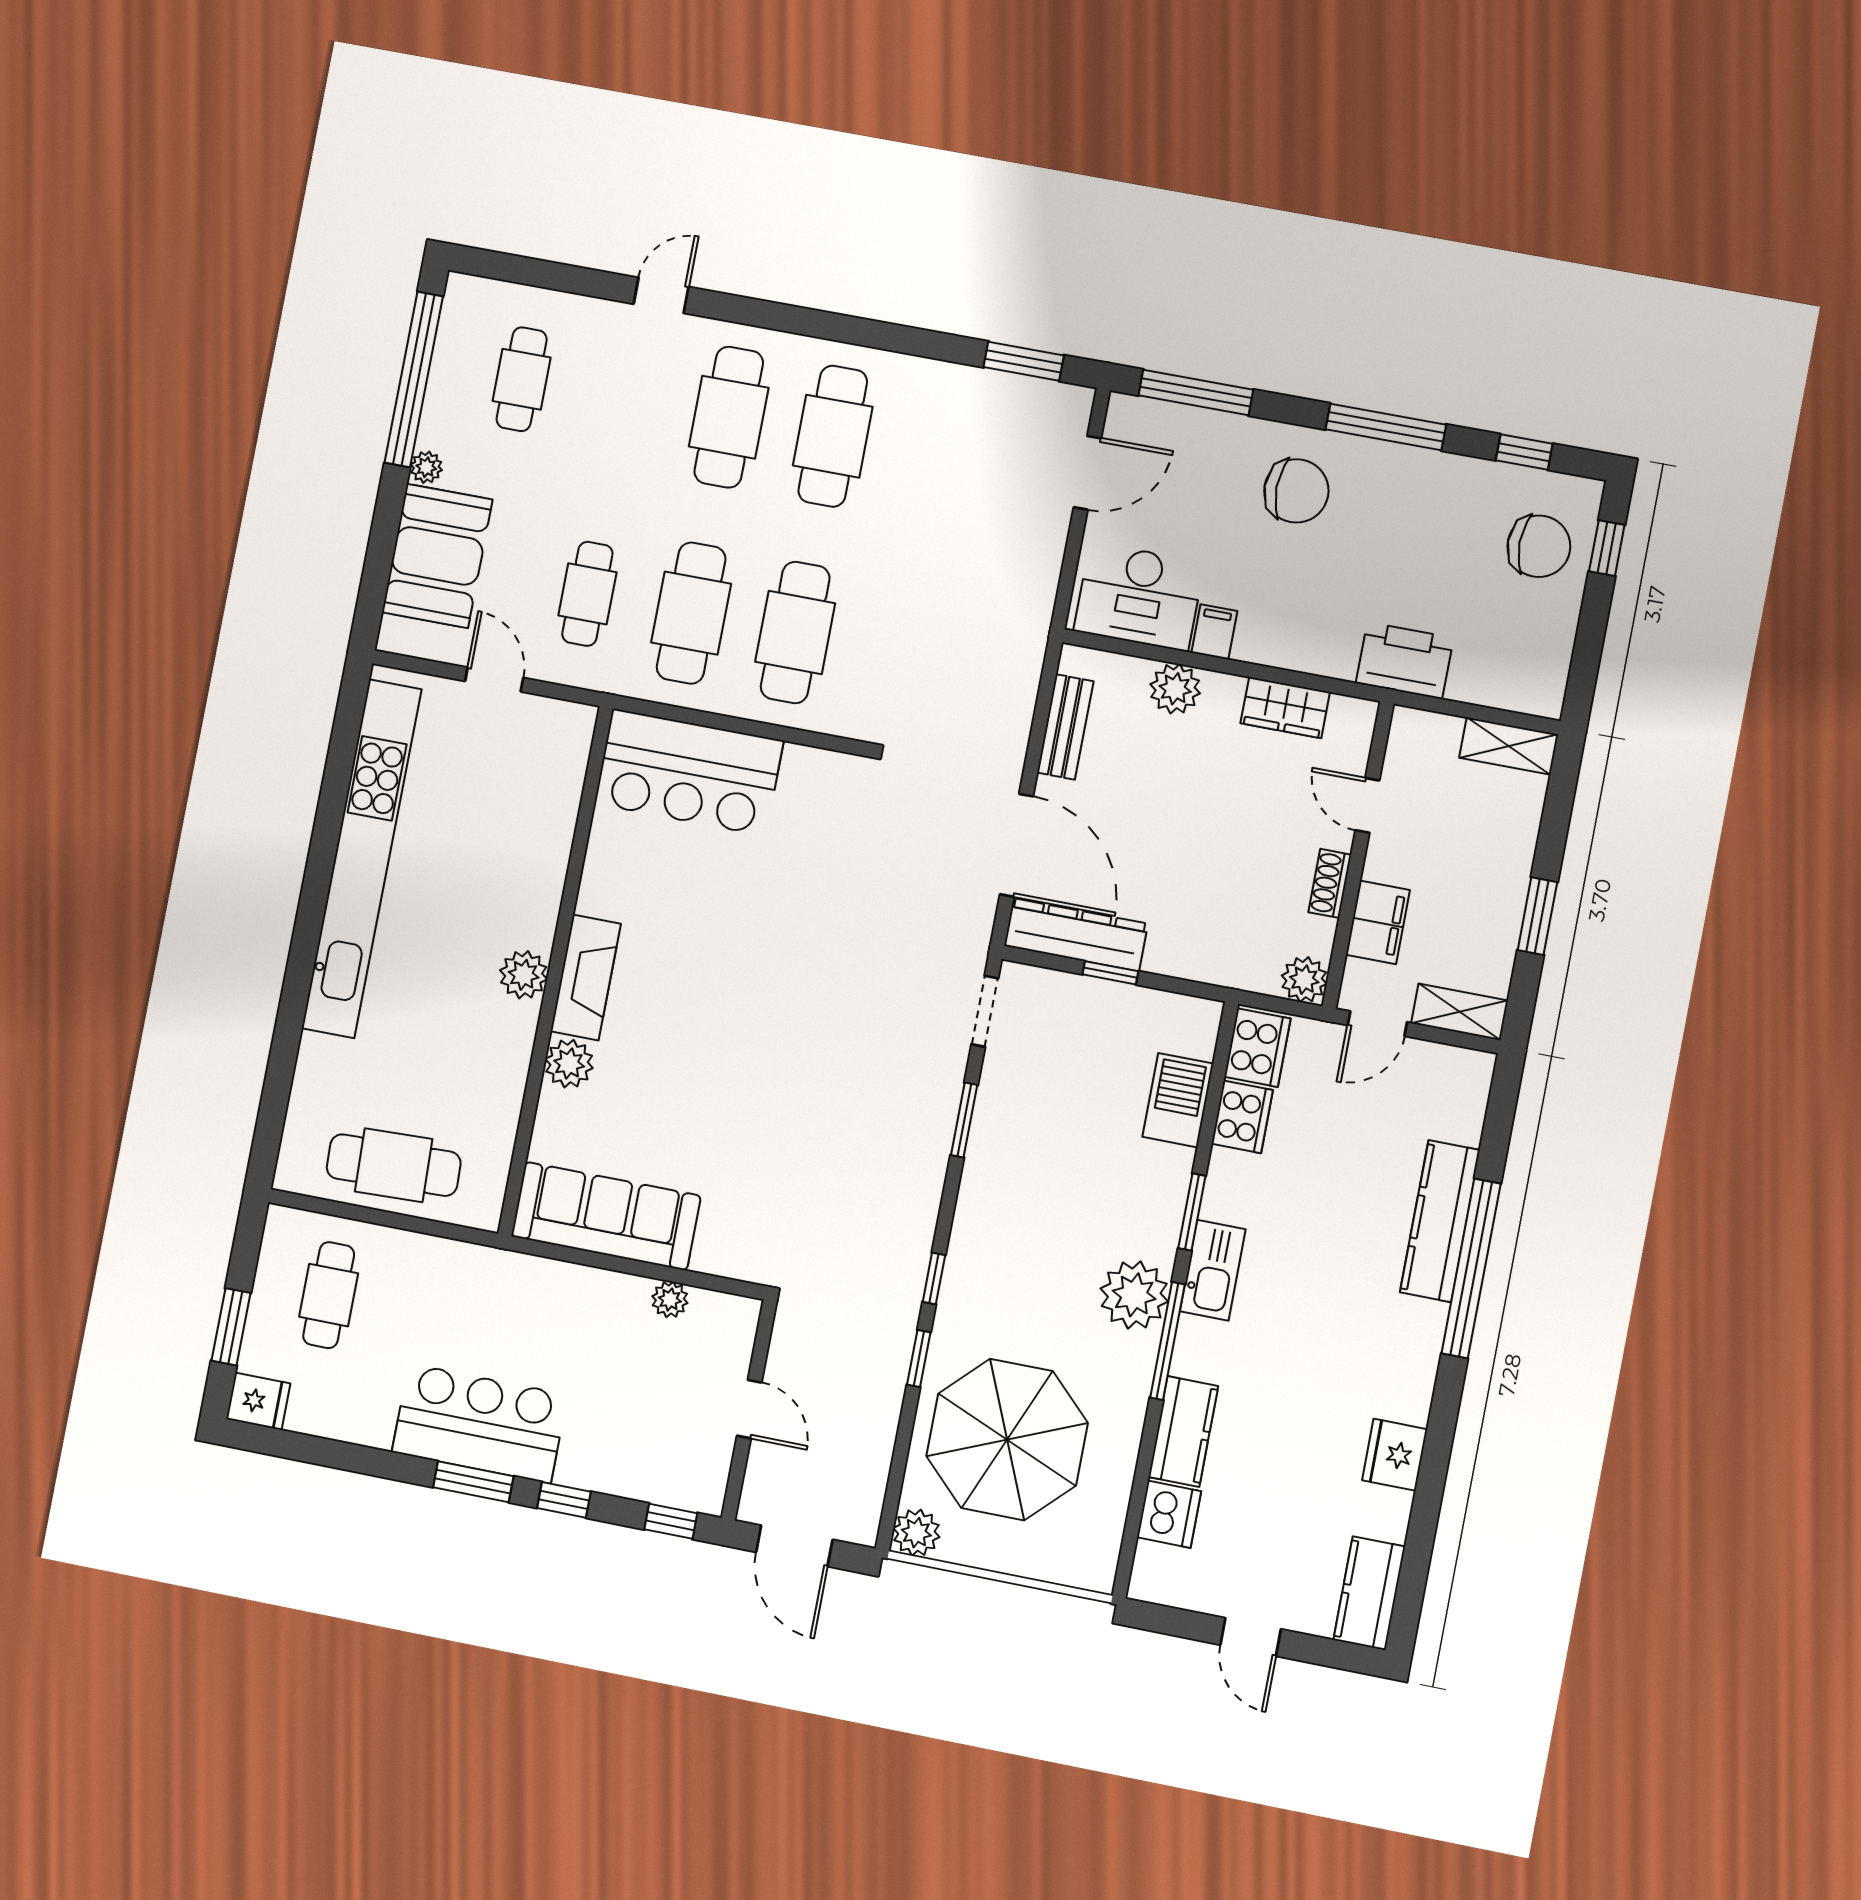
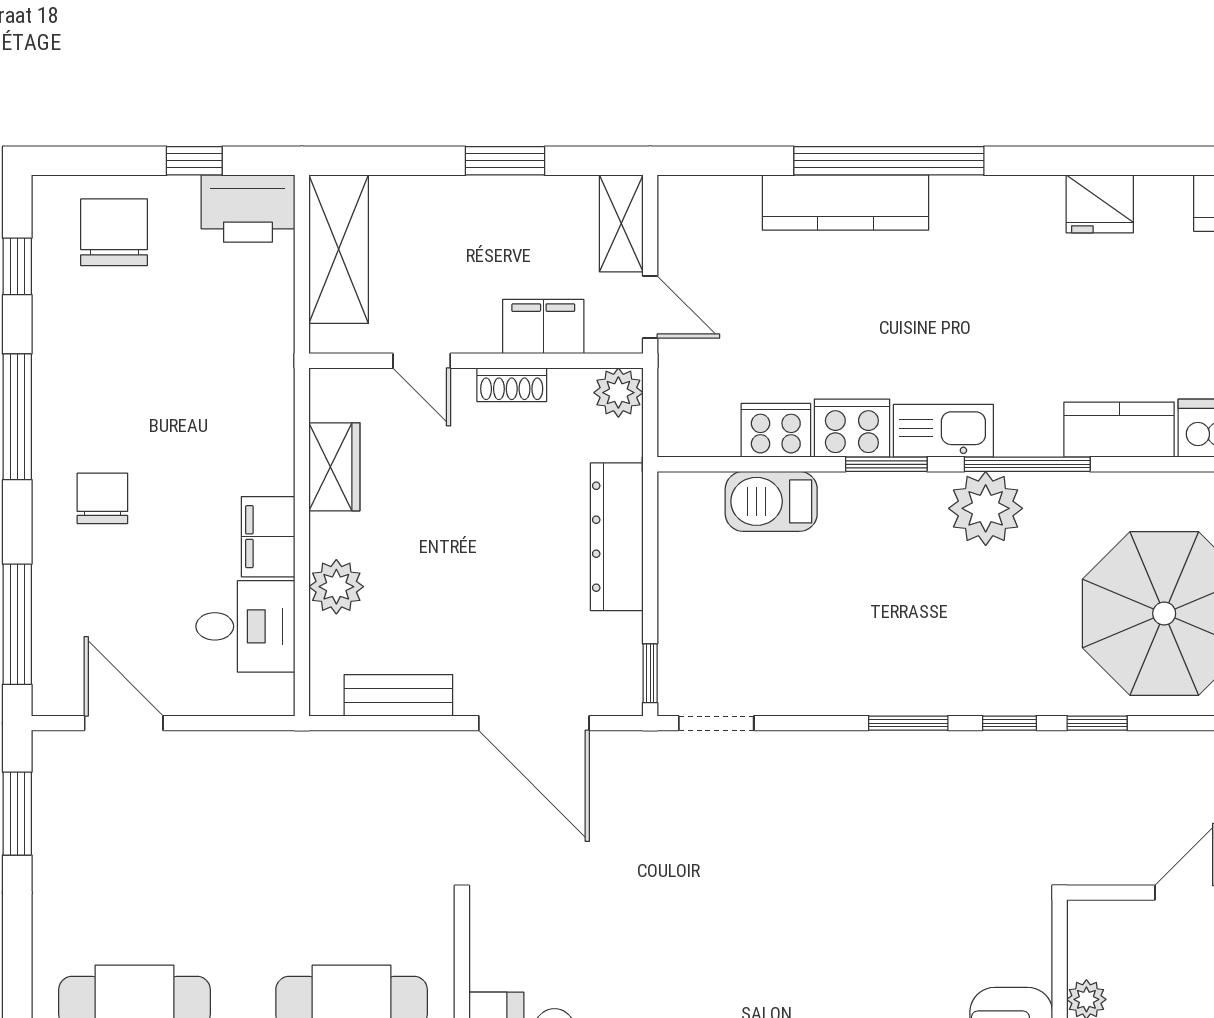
chair: (1296, 491) -> (102, 498), width x0.73, depth x0.73
window: (1607, 548) -> (194, 161), moved
desk: (1139, 597) -> (245, 626), width x0.73
filing cabinet: (1214, 632) -> (268, 537), width x2.00
printer: (1405, 660) -> (248, 209), moved, turned -90
shelving: (1509, 746) -> (339, 249), width x1.50, depth x1.33
door: (1367, 805) -> (422, 361), hinge flipped
door: (1016, 845) -> (534, 723), swing flipped
dresser: (1076, 935) -> (617, 537), moved
window: (1110, 973) -> (650, 673), moved
cooker: (1257, 1048) -> (852, 428), moved
window: (964, 1120) -> (908, 723), moved

